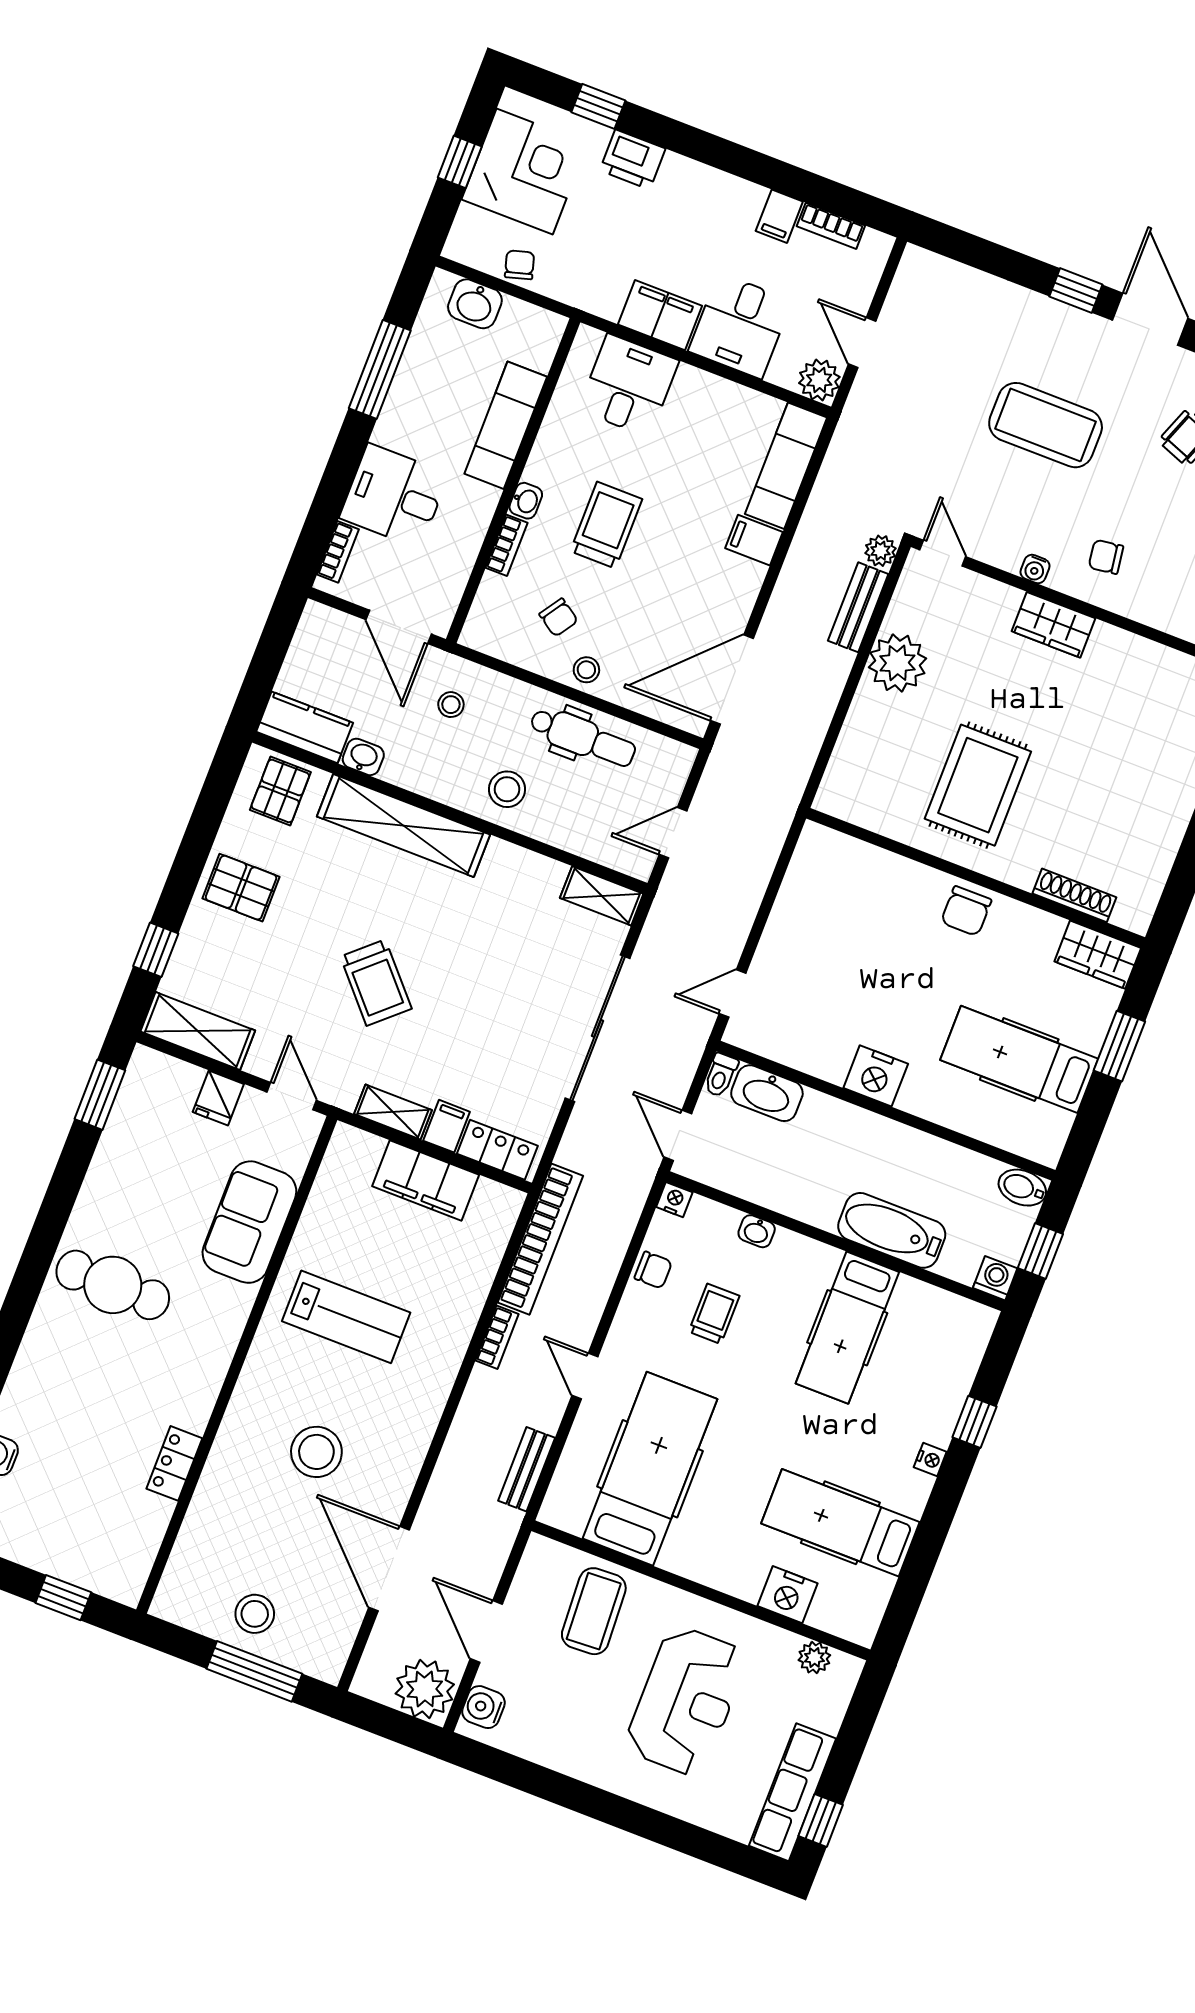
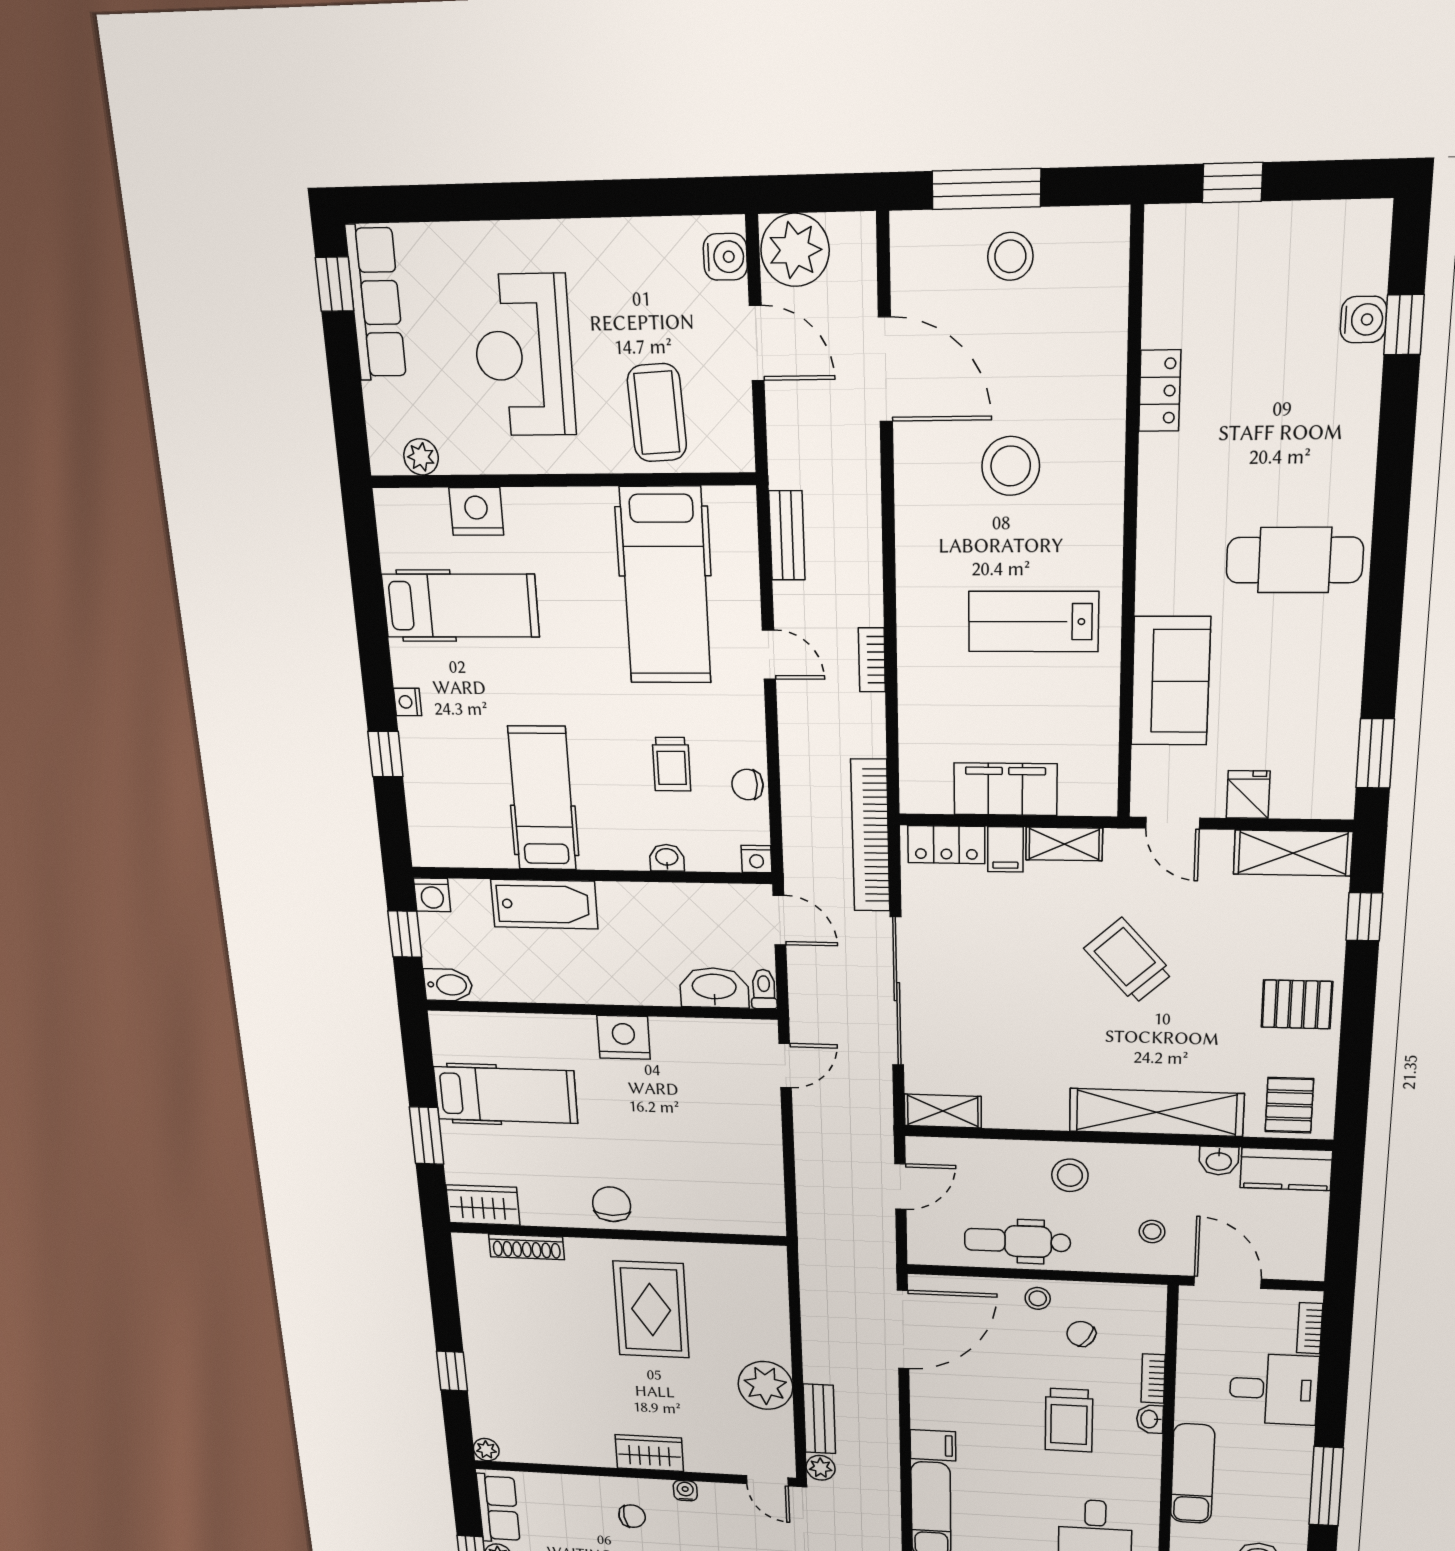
bookcase: (540, 1239) -> (870, 836), moved

